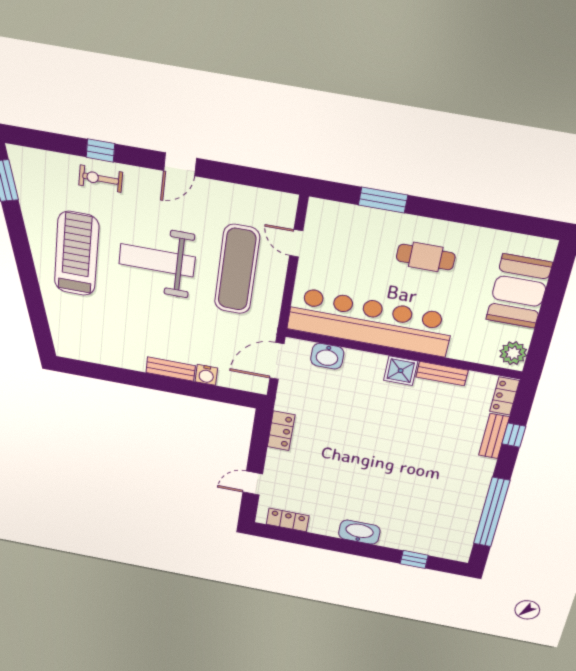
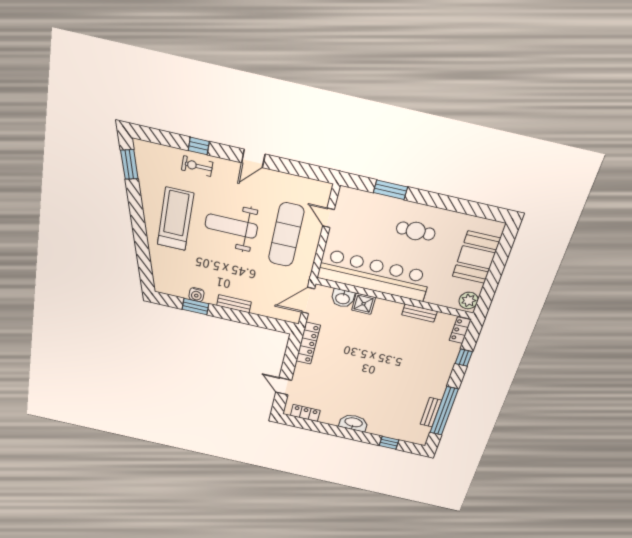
shower: (401, 371) -> (364, 304), moved
window: (116, 375) -> (195, 306), added
water cooler: (206, 375) -> (196, 295), moved
locker: (281, 431) -> (308, 343), width x1.53
bench: (494, 436) -> (431, 412), moved
door: (253, 483) -> (284, 386), hinge flipped

